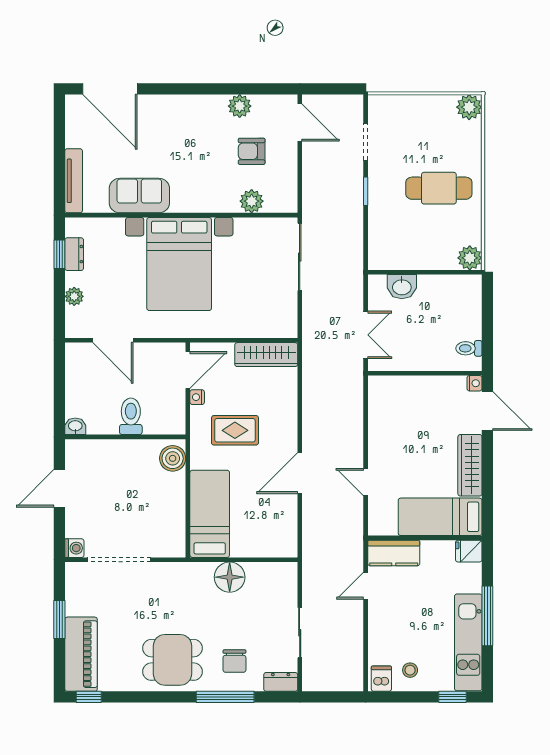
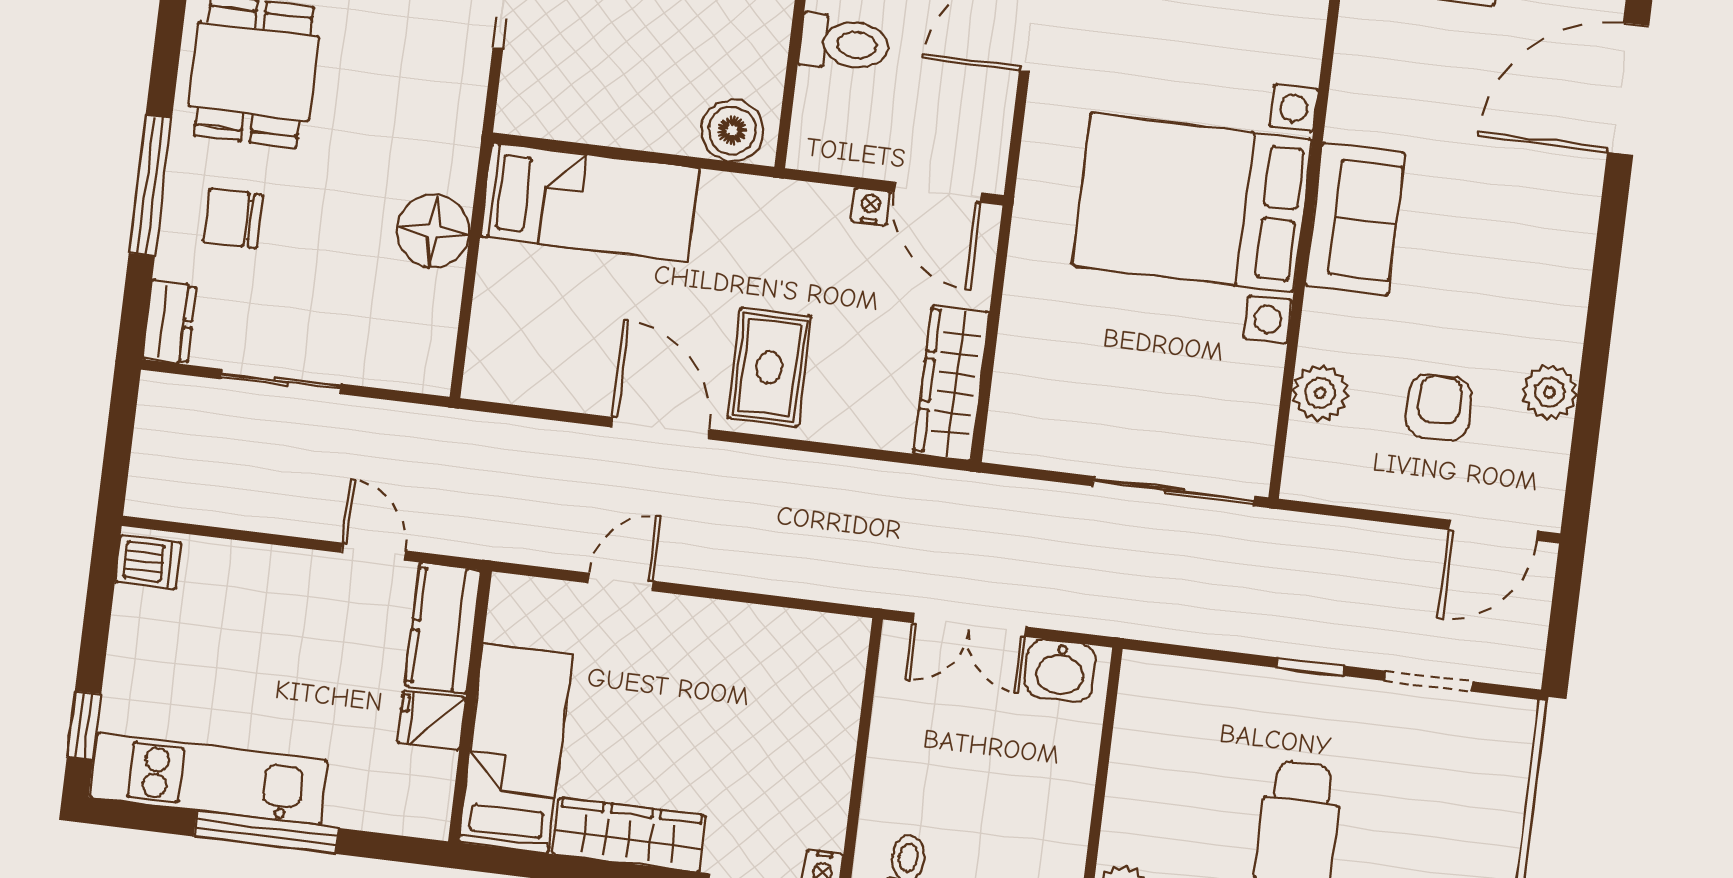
sofa: (139, 196) -> (1355, 219), moved
washbasin: (402, 287) -> (1060, 671), moved, turned -90
rug: (235, 430) -> (769, 367), moved
fridge: (469, 551) -> (431, 720), moved, turned -90
stool: (410, 670) -> (160, 633), removed

